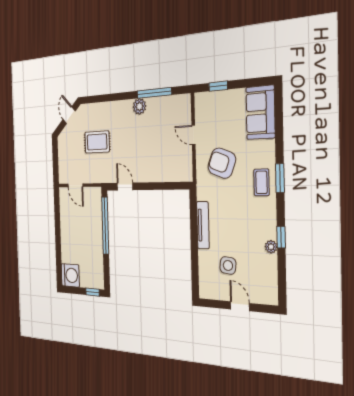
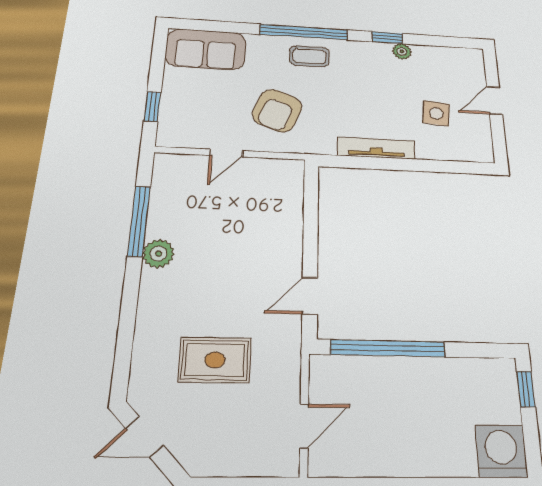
rug: (97, 142) -> (215, 360), turned 90
window: (280, 178) -> (304, 32), width x2.11

